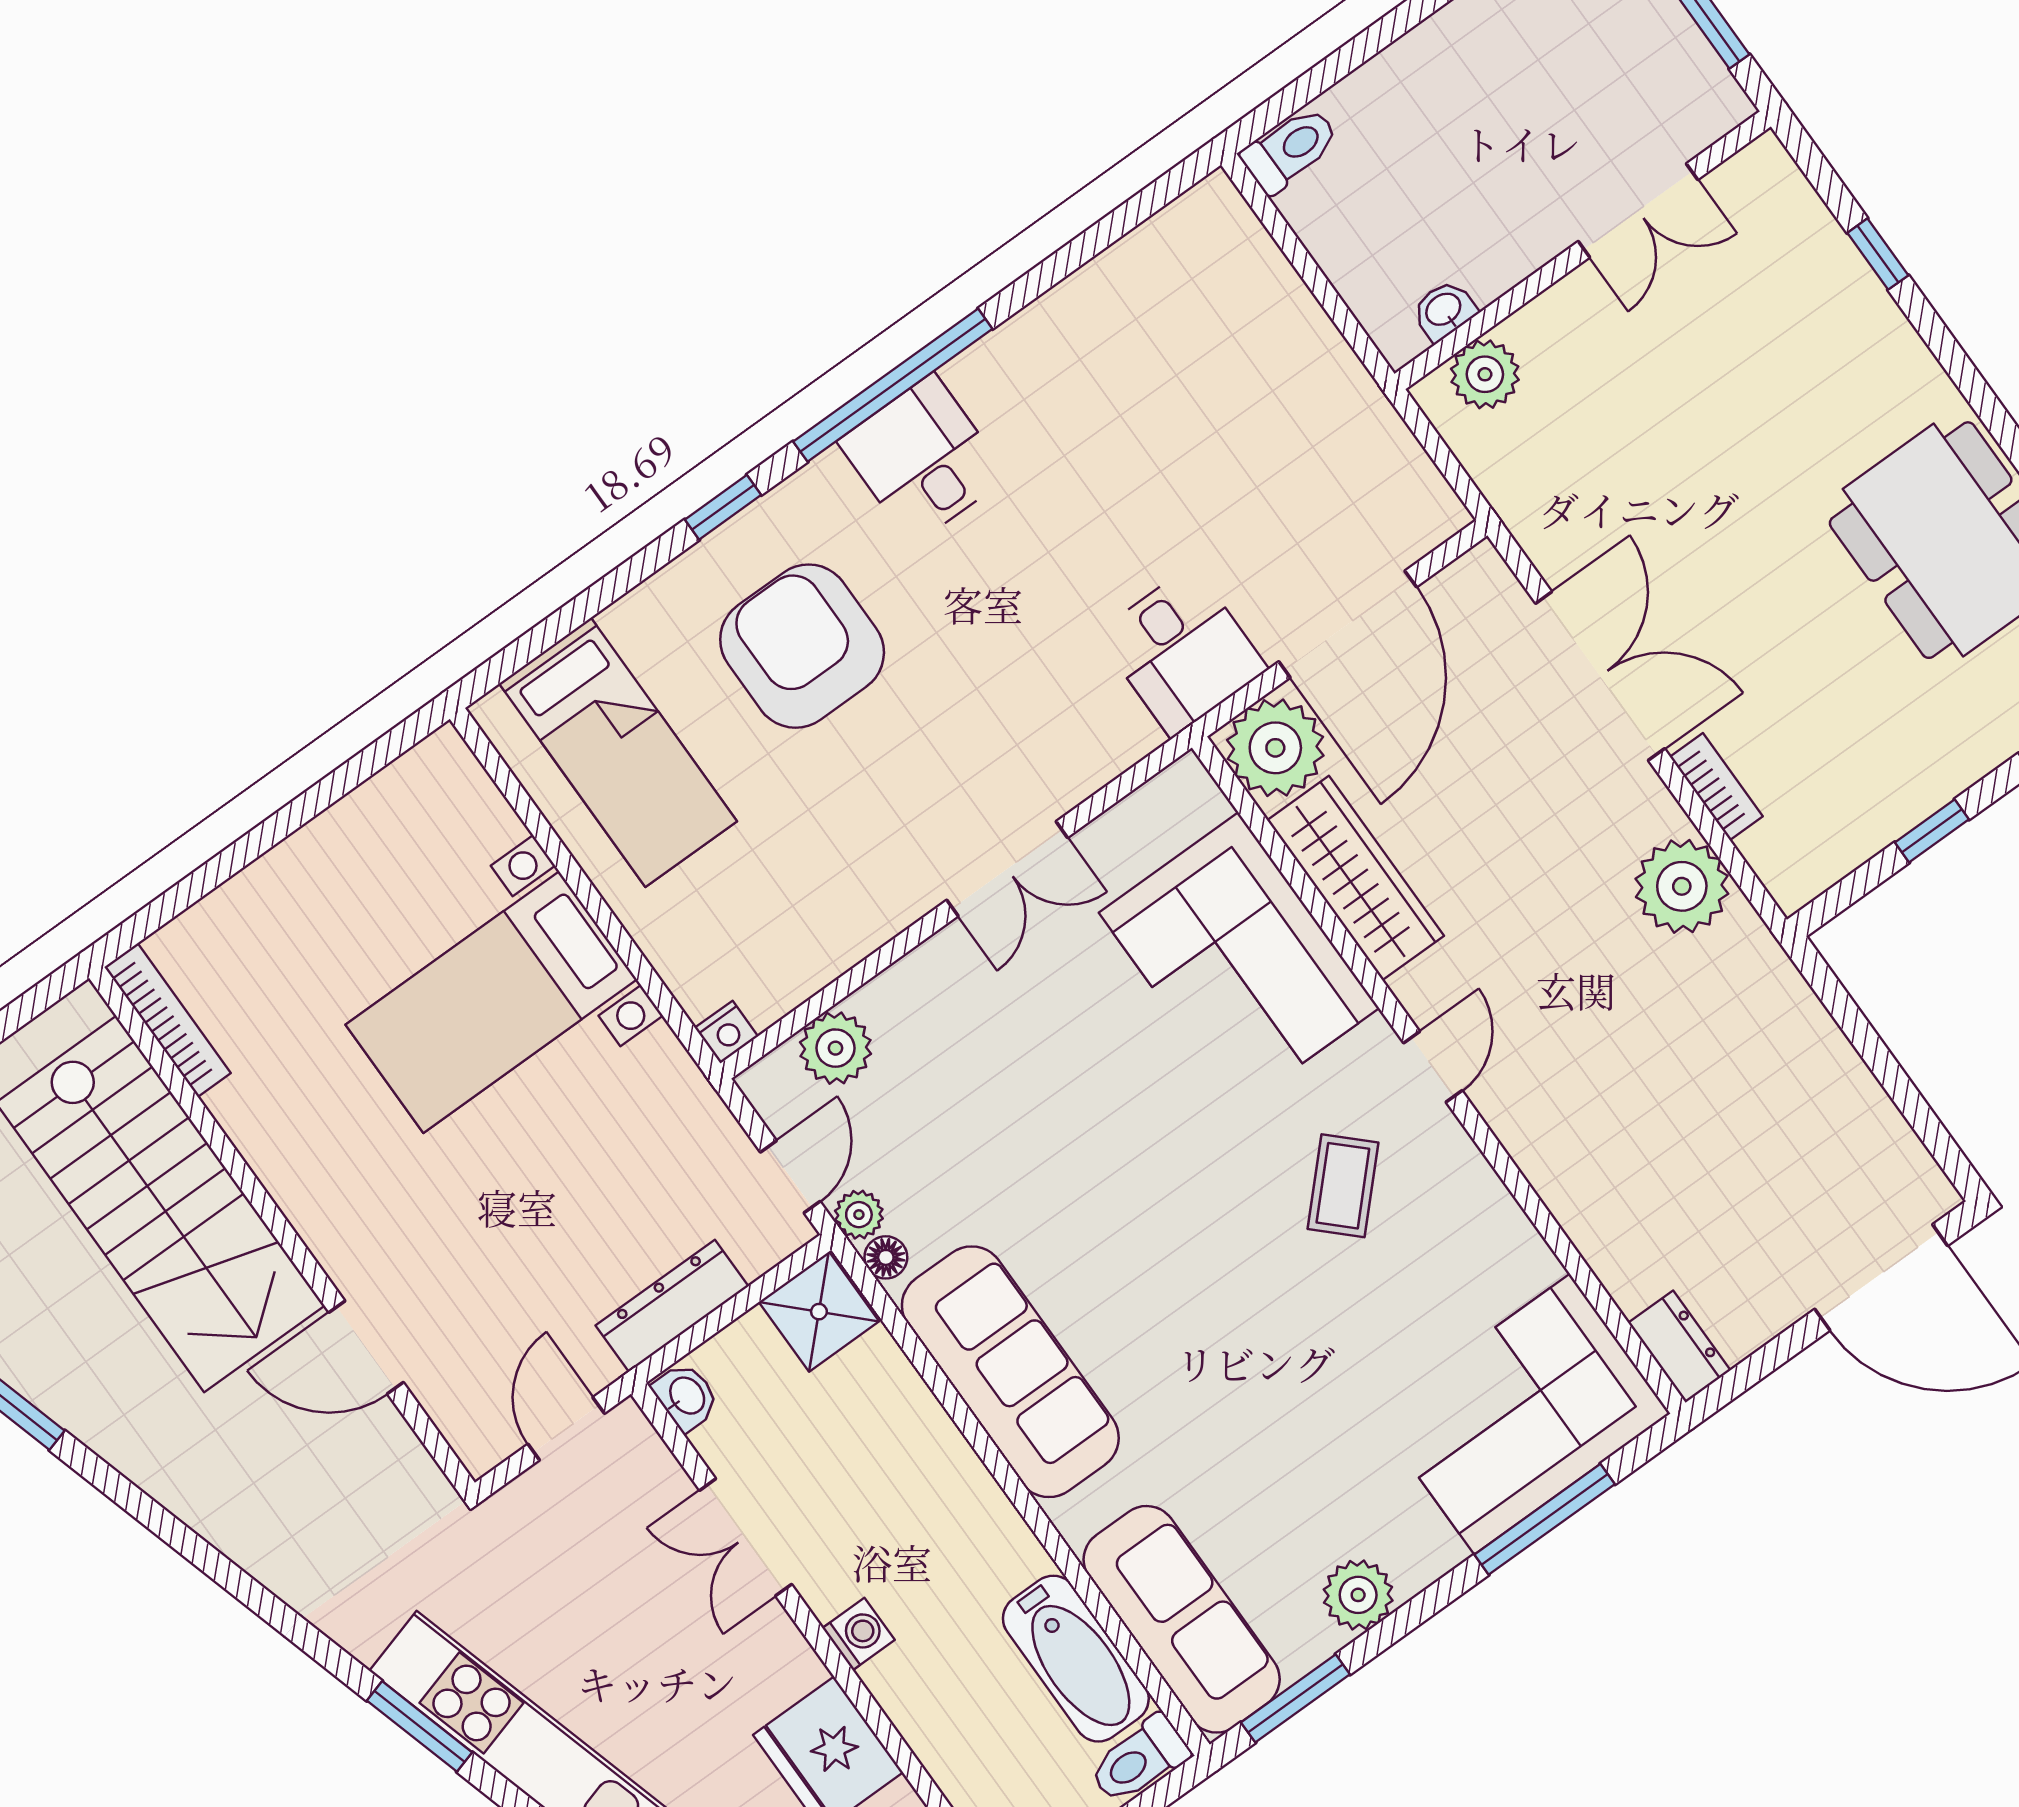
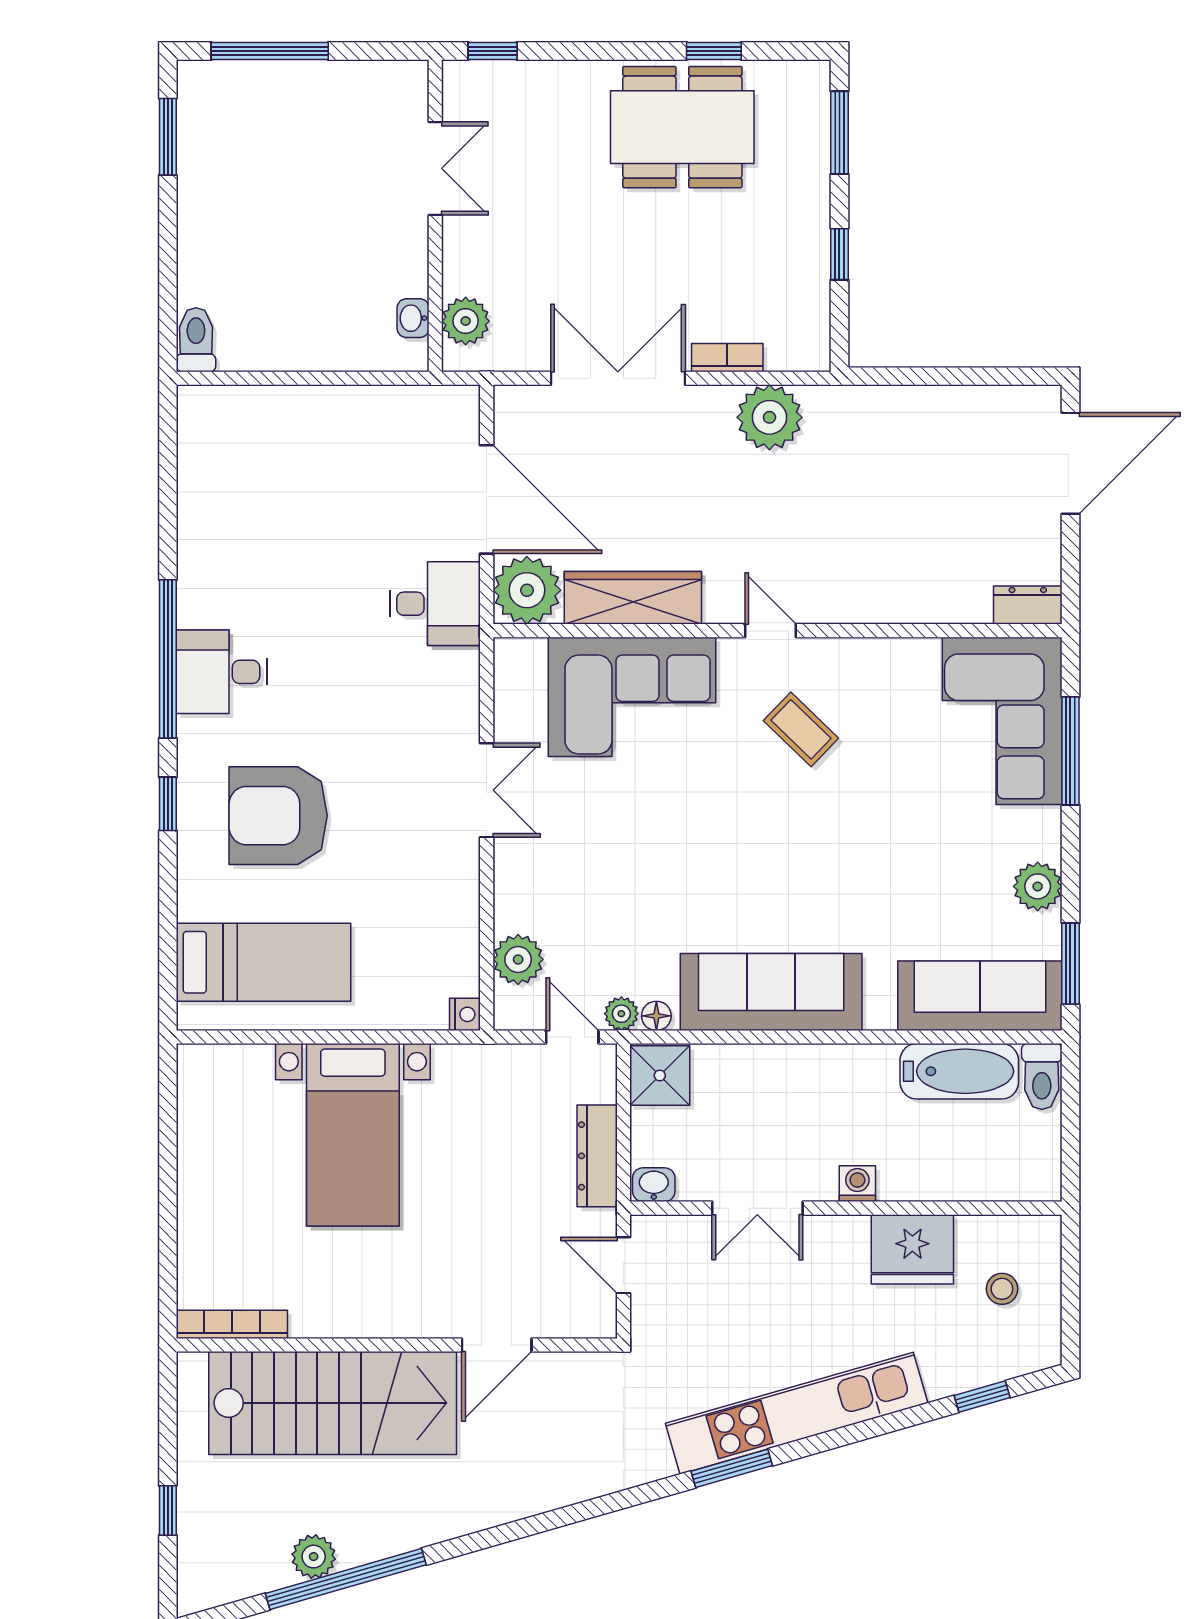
double door: (1638, 210) -> (435, 168), moved
wall: (1583, 250) -> (435, 216), moved
washbasin: (1444, 310) -> (413, 318), moved
plant: (1485, 374) -> (466, 321), moved

